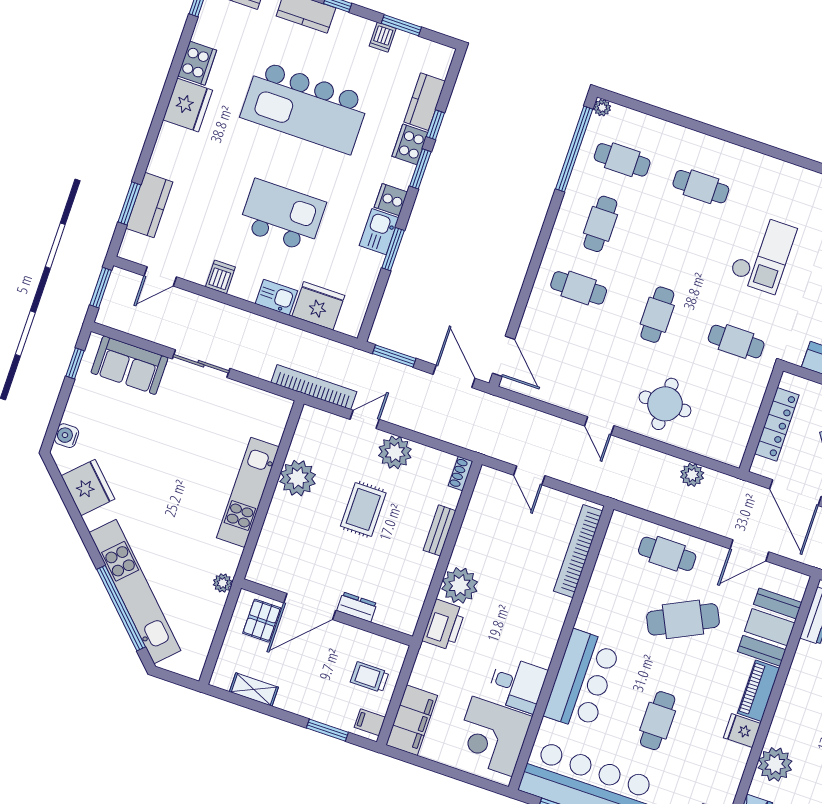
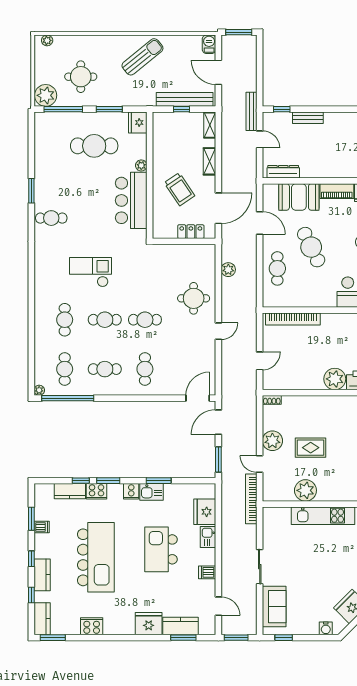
fridge: (188, 105) -> (149, 624), moved
cafe table: (736, 342) -> (105, 320), moved, turned 90
locker: (777, 424) -> (191, 232), width x0.66
bench: (439, 530) -> (308, 401), removed

